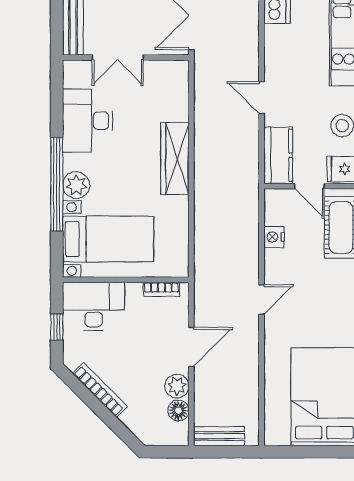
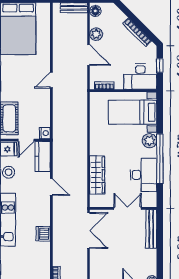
wardrobe: (175, 159) -> (97, 175), moved
window: (57, 184) -> (160, 159), moved
door: (309, 186) -> (26, 140), swing flipped
nightstand: (274, 237) -> (45, 133), moved
door: (191, 347) -> (89, 55), swing flipped
floor lamp: (178, 411) -> (95, 11), moved

